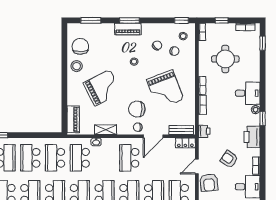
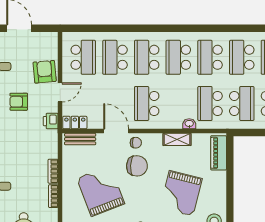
grand piano: (102, 88) -> (181, 193), turned -49
printer: (204, 131) -> (51, 121), moved
door: (153, 136) -> (116, 131), hinge flipped
school desk: (80, 158) -> (210, 103), turned 180
school desk: (129, 158) -> (147, 103), turned 180
armchair: (229, 159) -> (19, 102), turned 145

